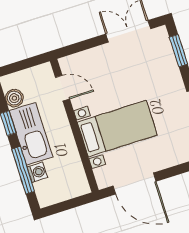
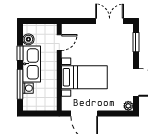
door: (62, 88) -> (59, 43), hinge flipped

